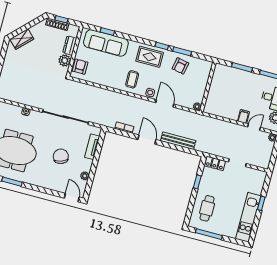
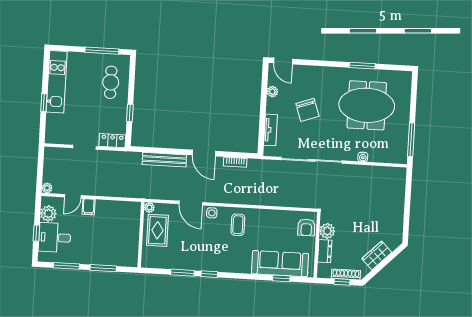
wardrobe: (22, 39) -> (377, 256), moved
rug: (150, 57) -> (157, 230), moved, turned 90
armchair: (180, 66) -> (181, 254), removed

